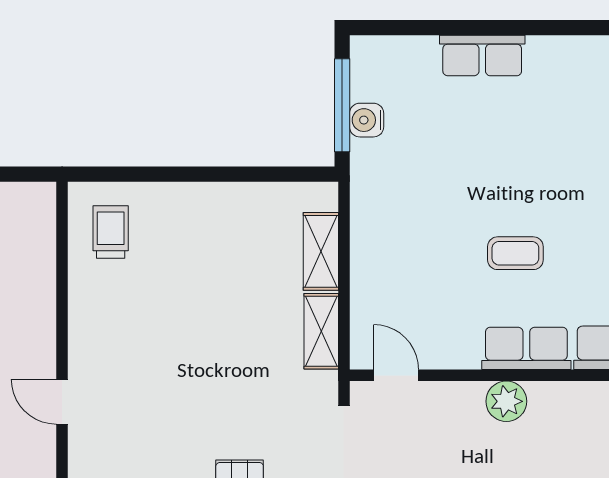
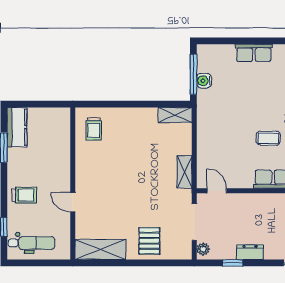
trolley: (111, 232) -> (94, 129), turned 180
shelving: (321, 251) -> (175, 115), moved, turned 90
plant: (506, 401) -> (264, 202), removed

